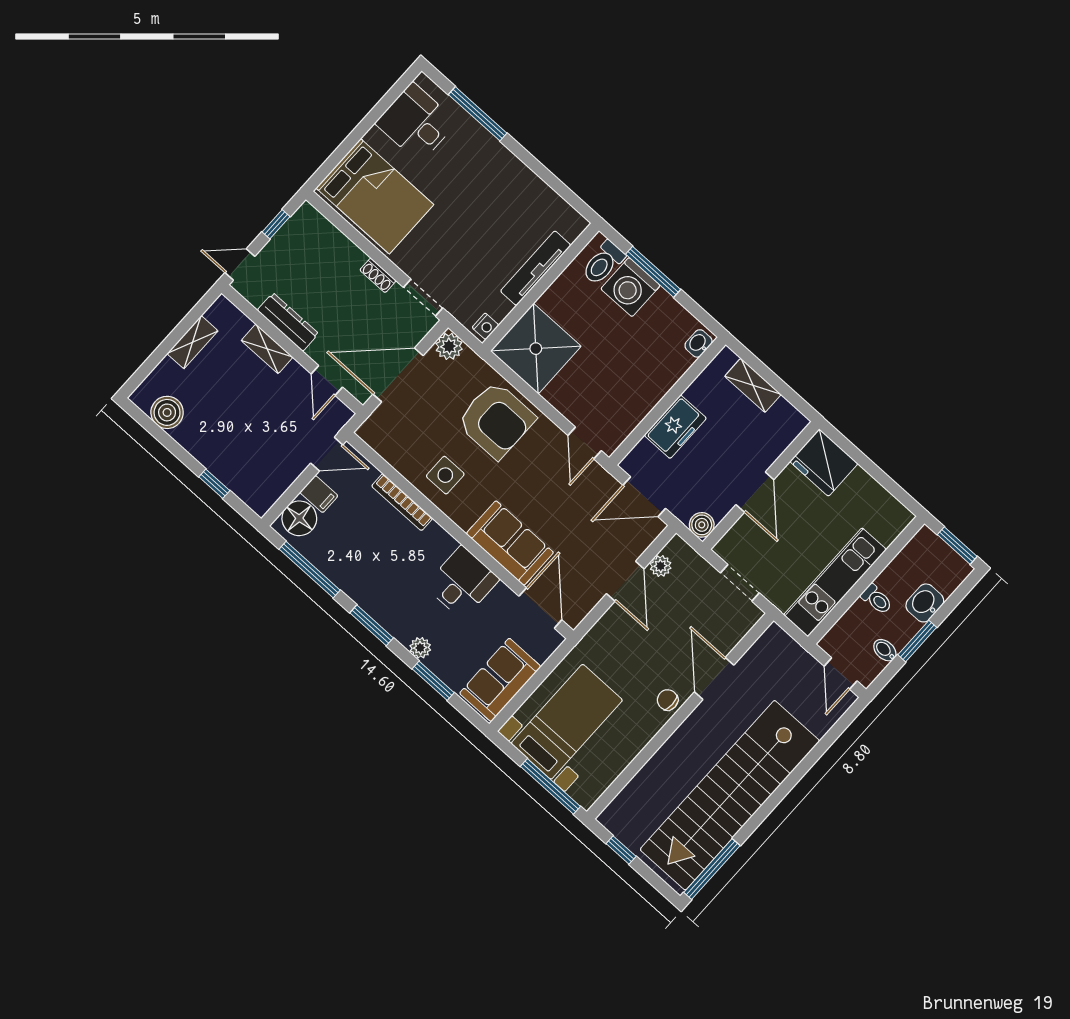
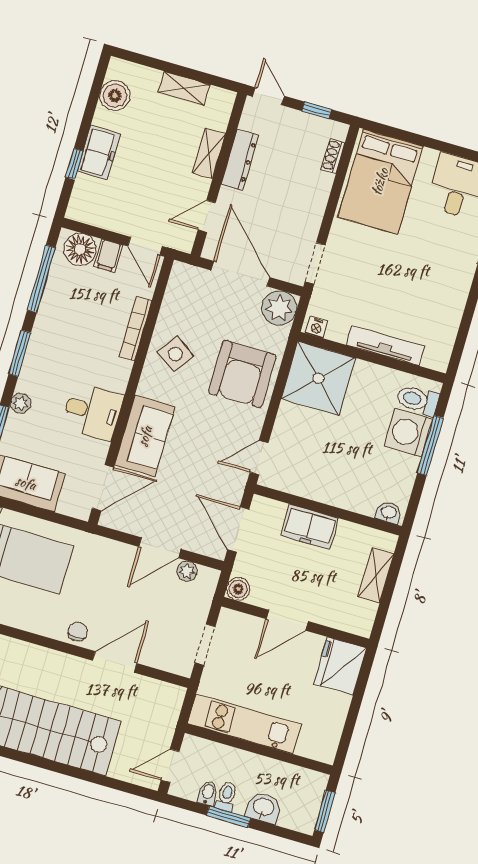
shoe rack: (378, 275) -> (333, 156), moved
plant: (449, 346) -> (279, 308), width x1.36, depth x1.36
freezer: (215, 455) -> (99, 153), added
side table: (445, 475) -> (176, 354), turned 35
toilet: (877, 599) -> (226, 796), moved, turned 180

